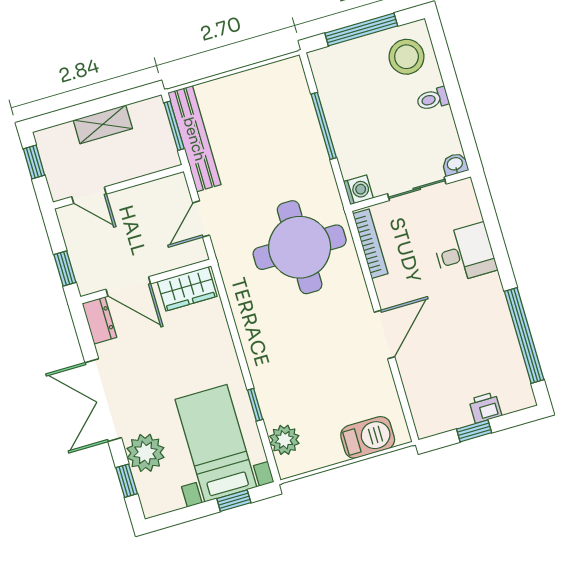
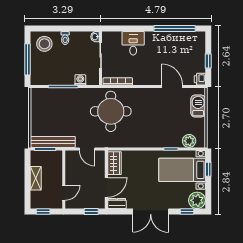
washing machine: (358, 190) -> (80, 80), moved
door: (384, 334) -> (172, 87), moved
printer: (485, 408) -> (200, 79), moved
plant: (145, 453) -> (197, 200), moved

